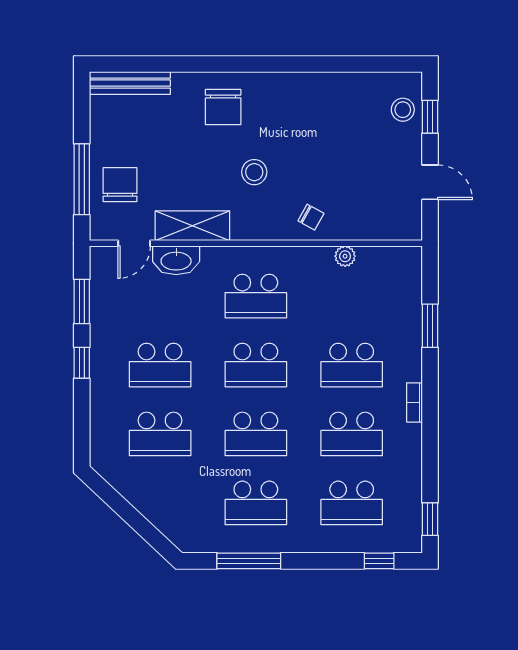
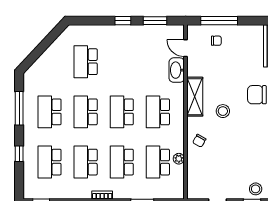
chair: (120, 185) -> (216, 41), width x0.54, depth x0.54
shelving: (192, 226) -> (195, 97), moved
school desk: (160, 365) -> (158, 162), moved
window: (379, 561) -> (19, 154), moved

